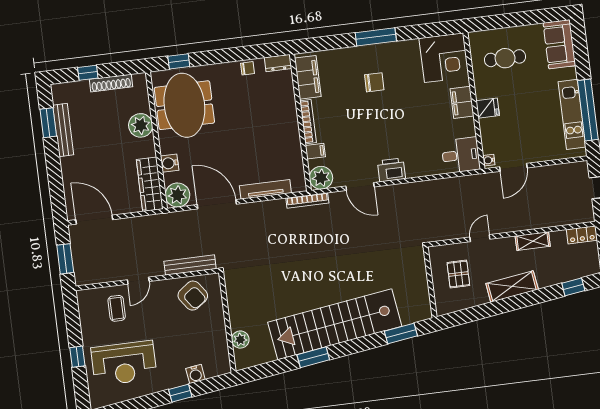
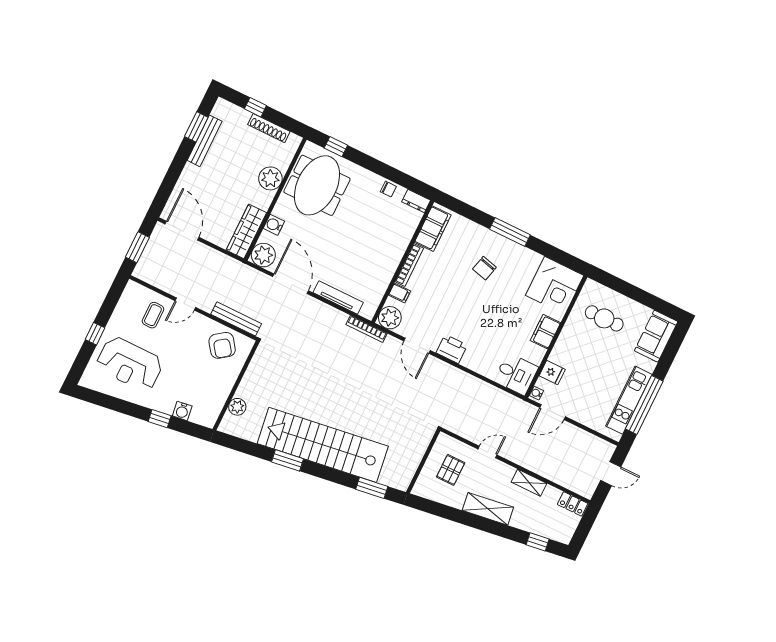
chair: (374, 82) -> (484, 268), turned 104
fridge: (488, 108) -> (552, 373), moved

